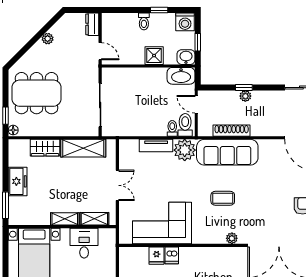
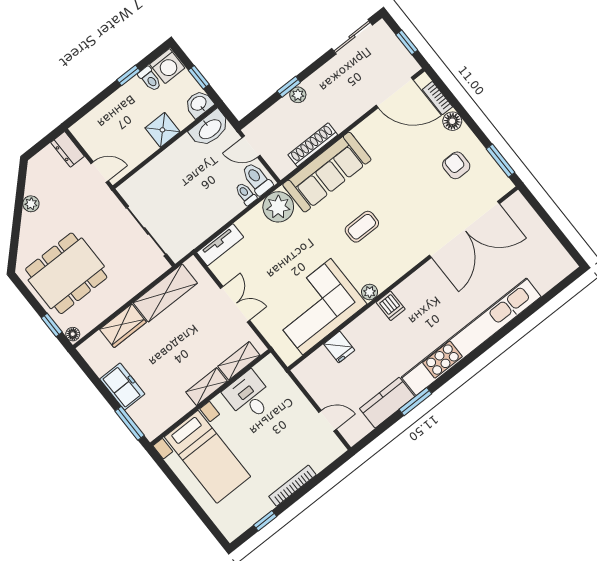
toilet: (144, 21) -> (150, 79), moved
tv unit: (156, 145) -> (220, 245), moved
plant: (232, 238) -> (370, 292), moved
dishwasher: (172, 255) -> (391, 306), moved

